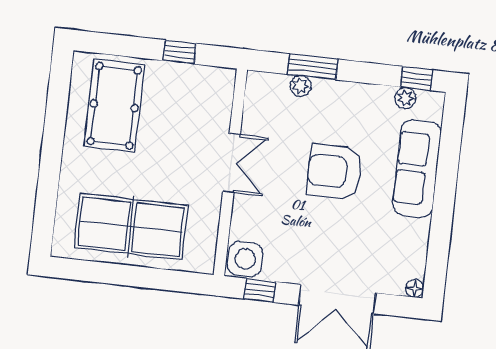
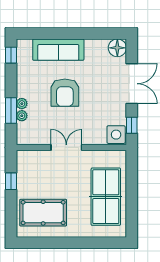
plant: (406, 98) -> (22, 104), moved
floor lamp: (415, 288) -> (117, 48), width x1.89, depth x1.89

